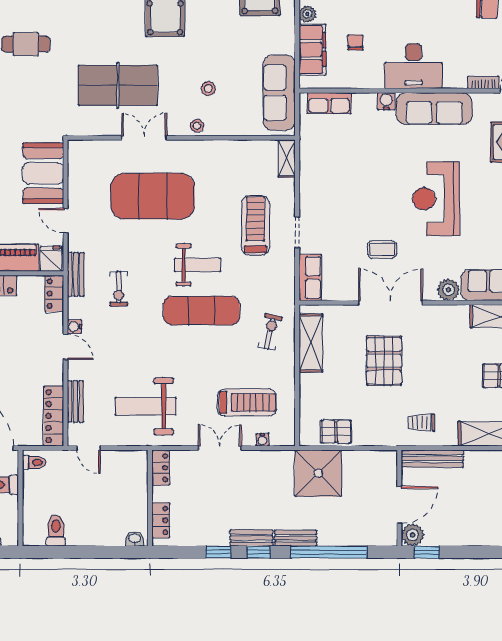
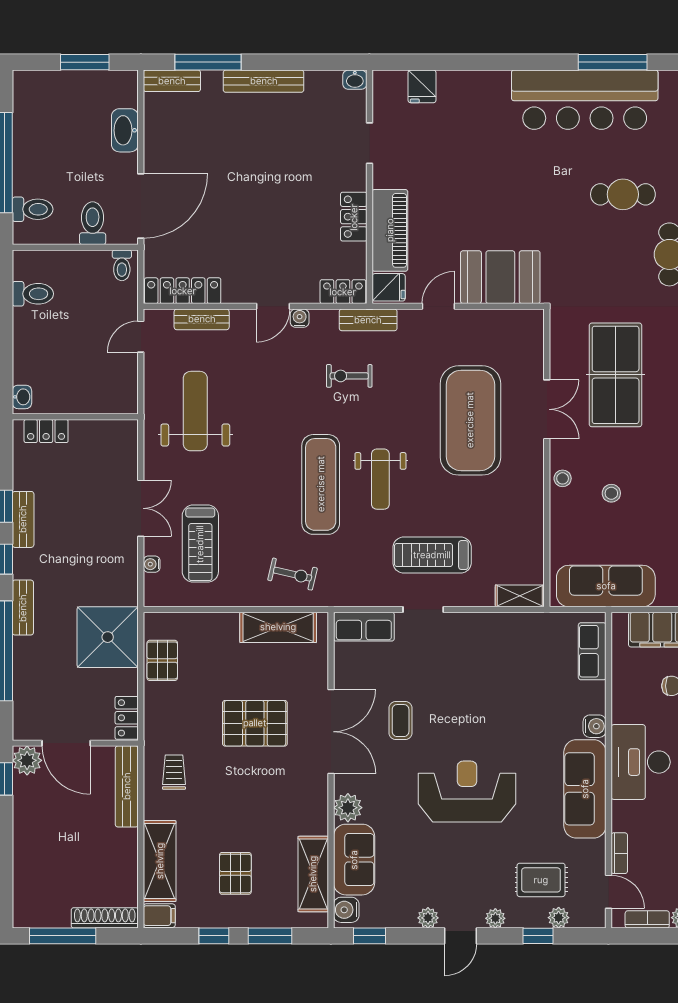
treadmill: (255, 225) -> (432, 555), turned 180
locker: (161, 468) -> (127, 718), moved, turned 90
bench: (251, 538) -> (23, 519), moved

